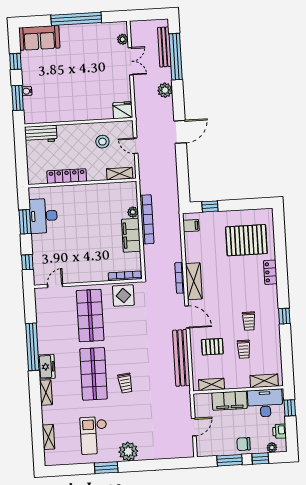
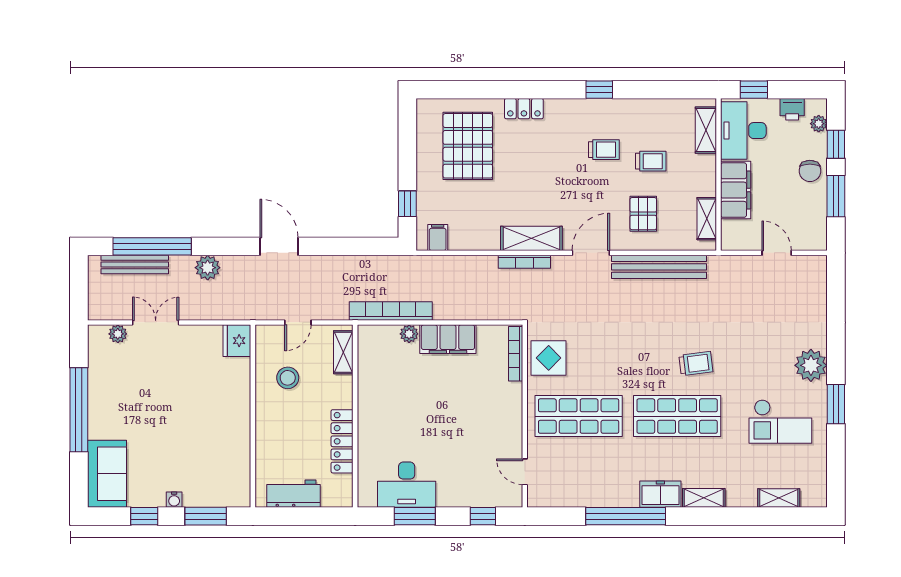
water cooler: (27, 91) -> (174, 500), moved
workbench: (41, 134) -> (293, 494), moved, turned -90
bookcase: (147, 219) -> (391, 311), moved

